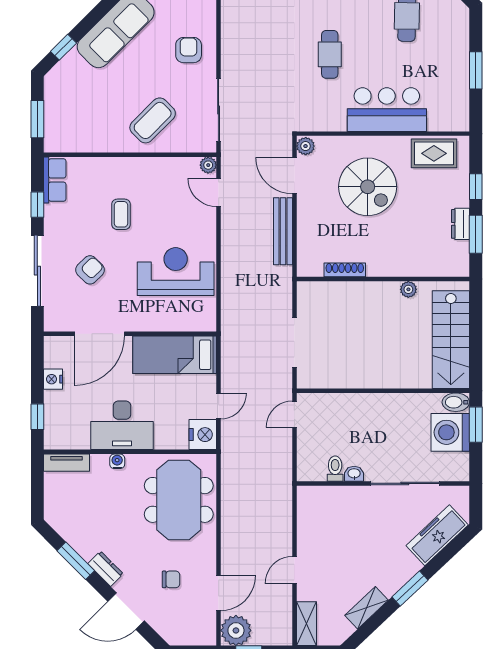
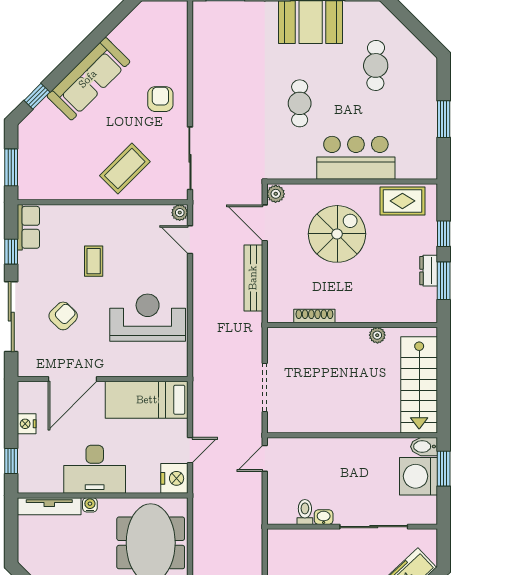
spiral stairs: (368, 187) -> (337, 234), turned -90
tv unit: (67, 463) -> (49, 506), width x1.41

